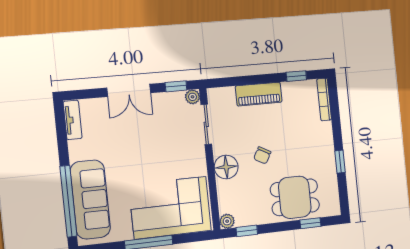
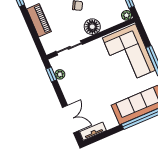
double door: (129, 90) -> (70, 119), moved
plant: (192, 97) -> (60, 74), moved

